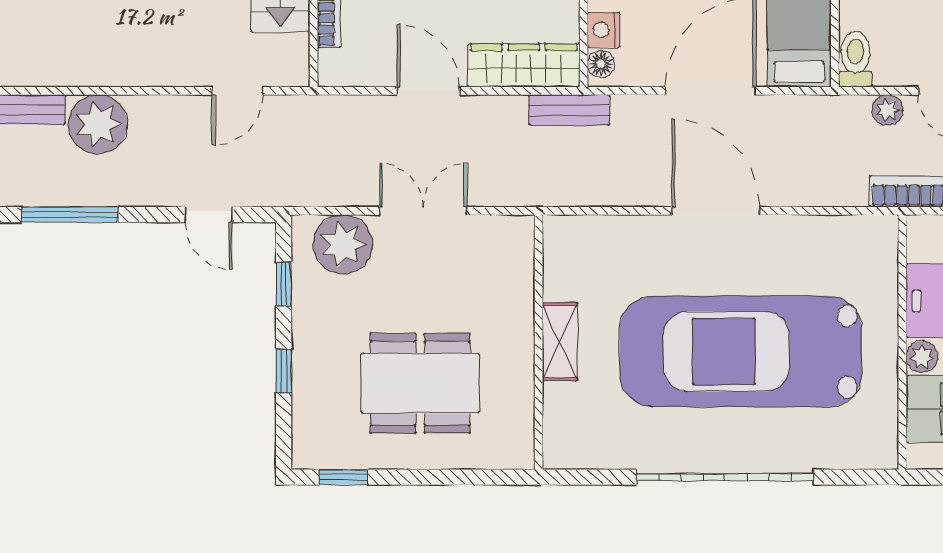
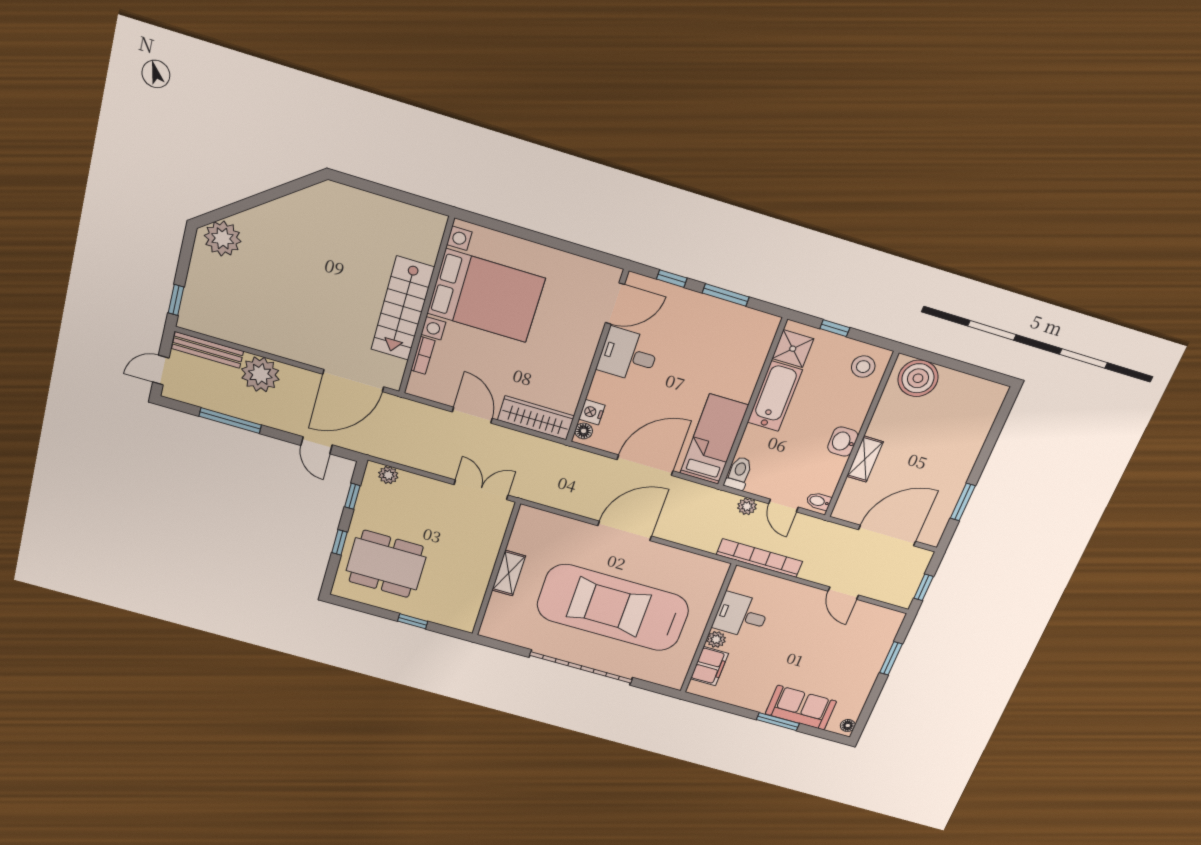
door: (237, 91) -> (353, 381), width x1.87
bench: (569, 110) -> (556, 451), removed
double door: (423, 211) -> (481, 490), moved
door: (716, 211) -> (625, 531), hinge flipped
plant: (343, 244) -> (388, 475), width x0.53, depth x0.53
dining table: (420, 383) -> (386, 564), moved
window: (343, 477) -> (413, 621), moved

